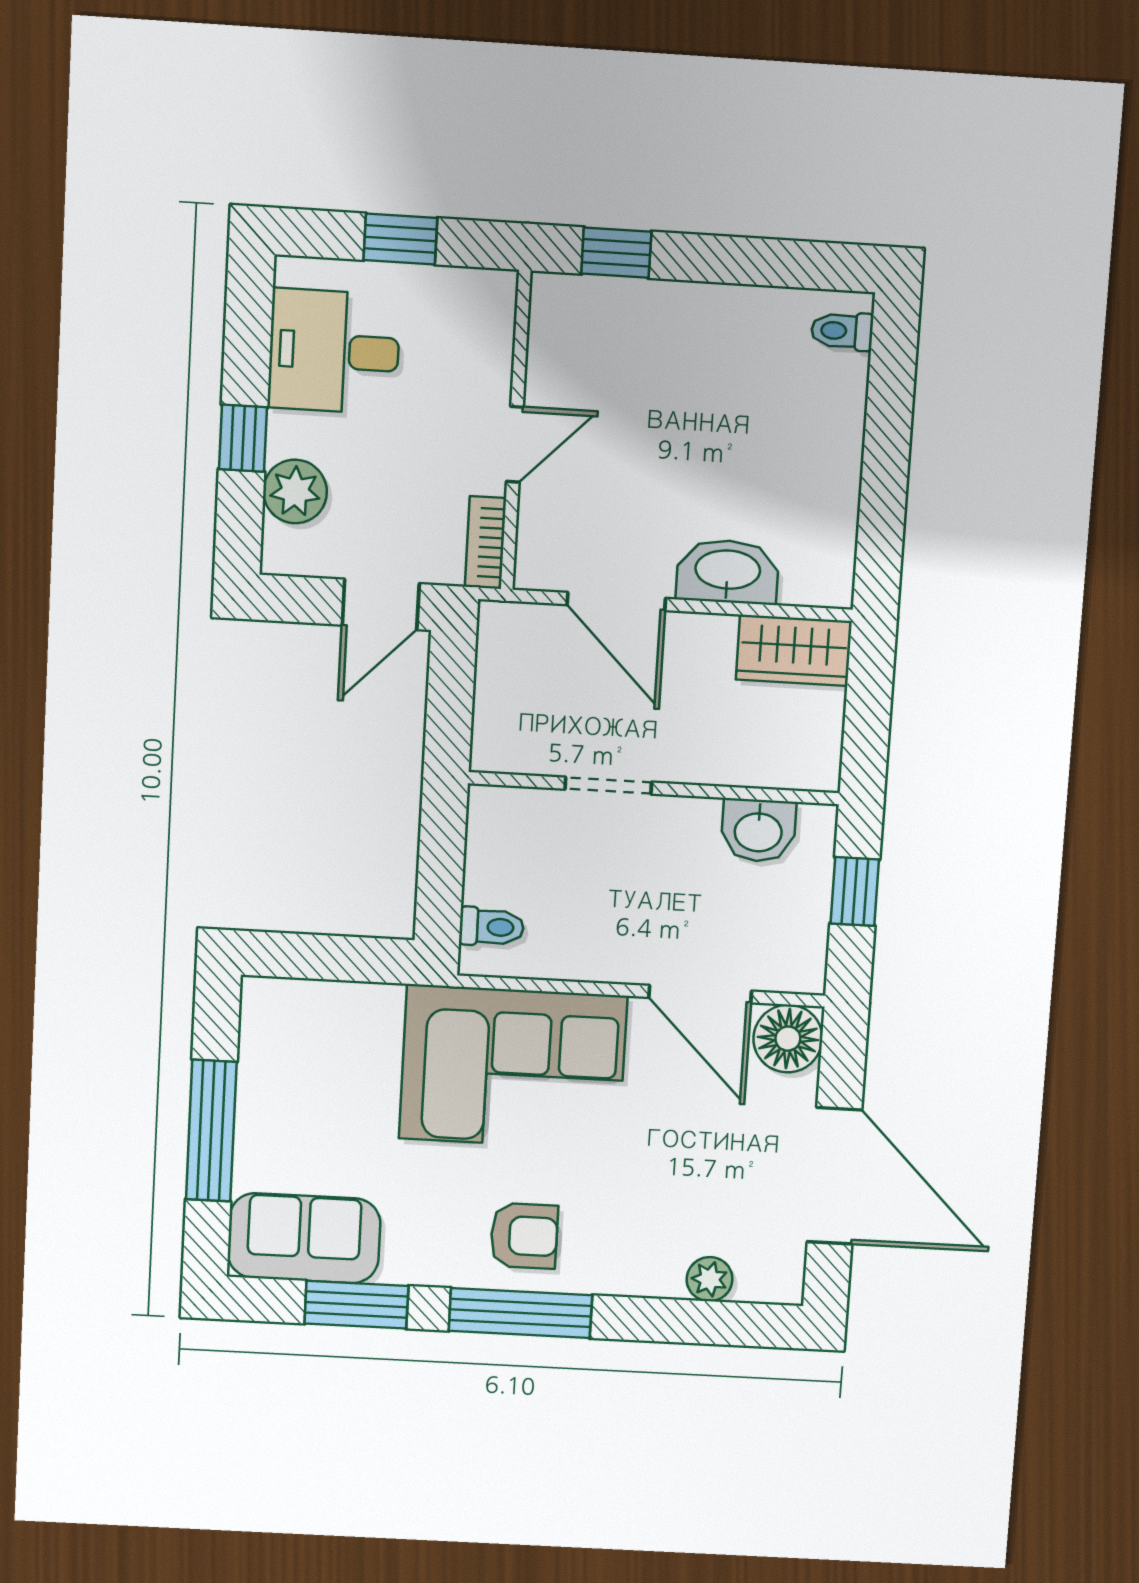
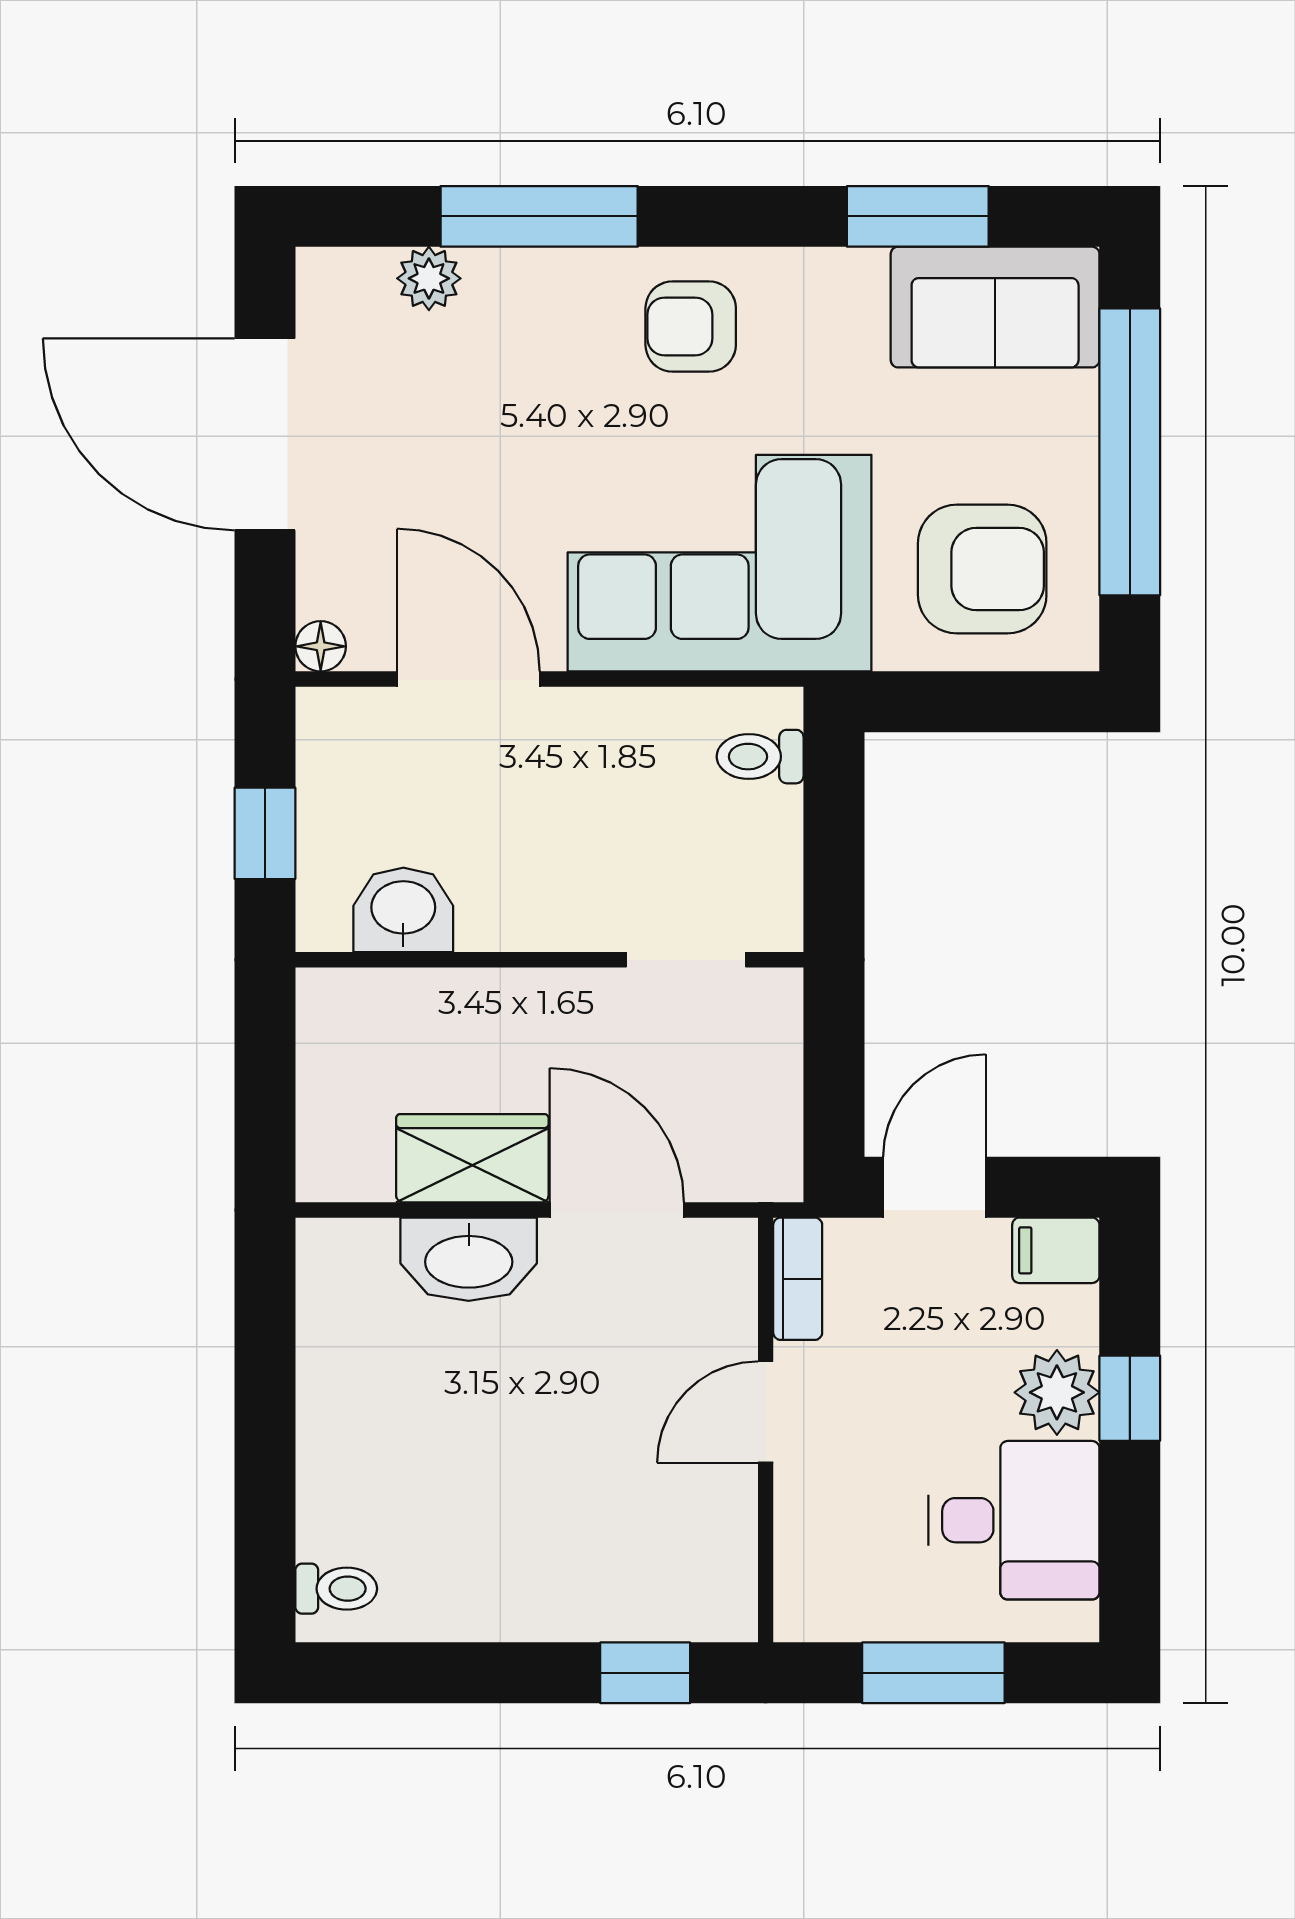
window: (400, 239) -> (933, 1673), width x1.50
plant: (295, 491) -> (1057, 1392), moved
filing cabinet: (293, 552) -> (1056, 1250), added
wardrobe: (794, 650) -> (472, 1158), moved
doorway: (608, 786) -> (686, 960), moved
floor lamp: (788, 1039) -> (321, 646), width x0.53, depth x0.53
armchair: (323, 1053) -> (982, 569), added
window: (211, 1131) -> (1130, 452), width x1.46
window: (520, 1313) -> (539, 216), moved

